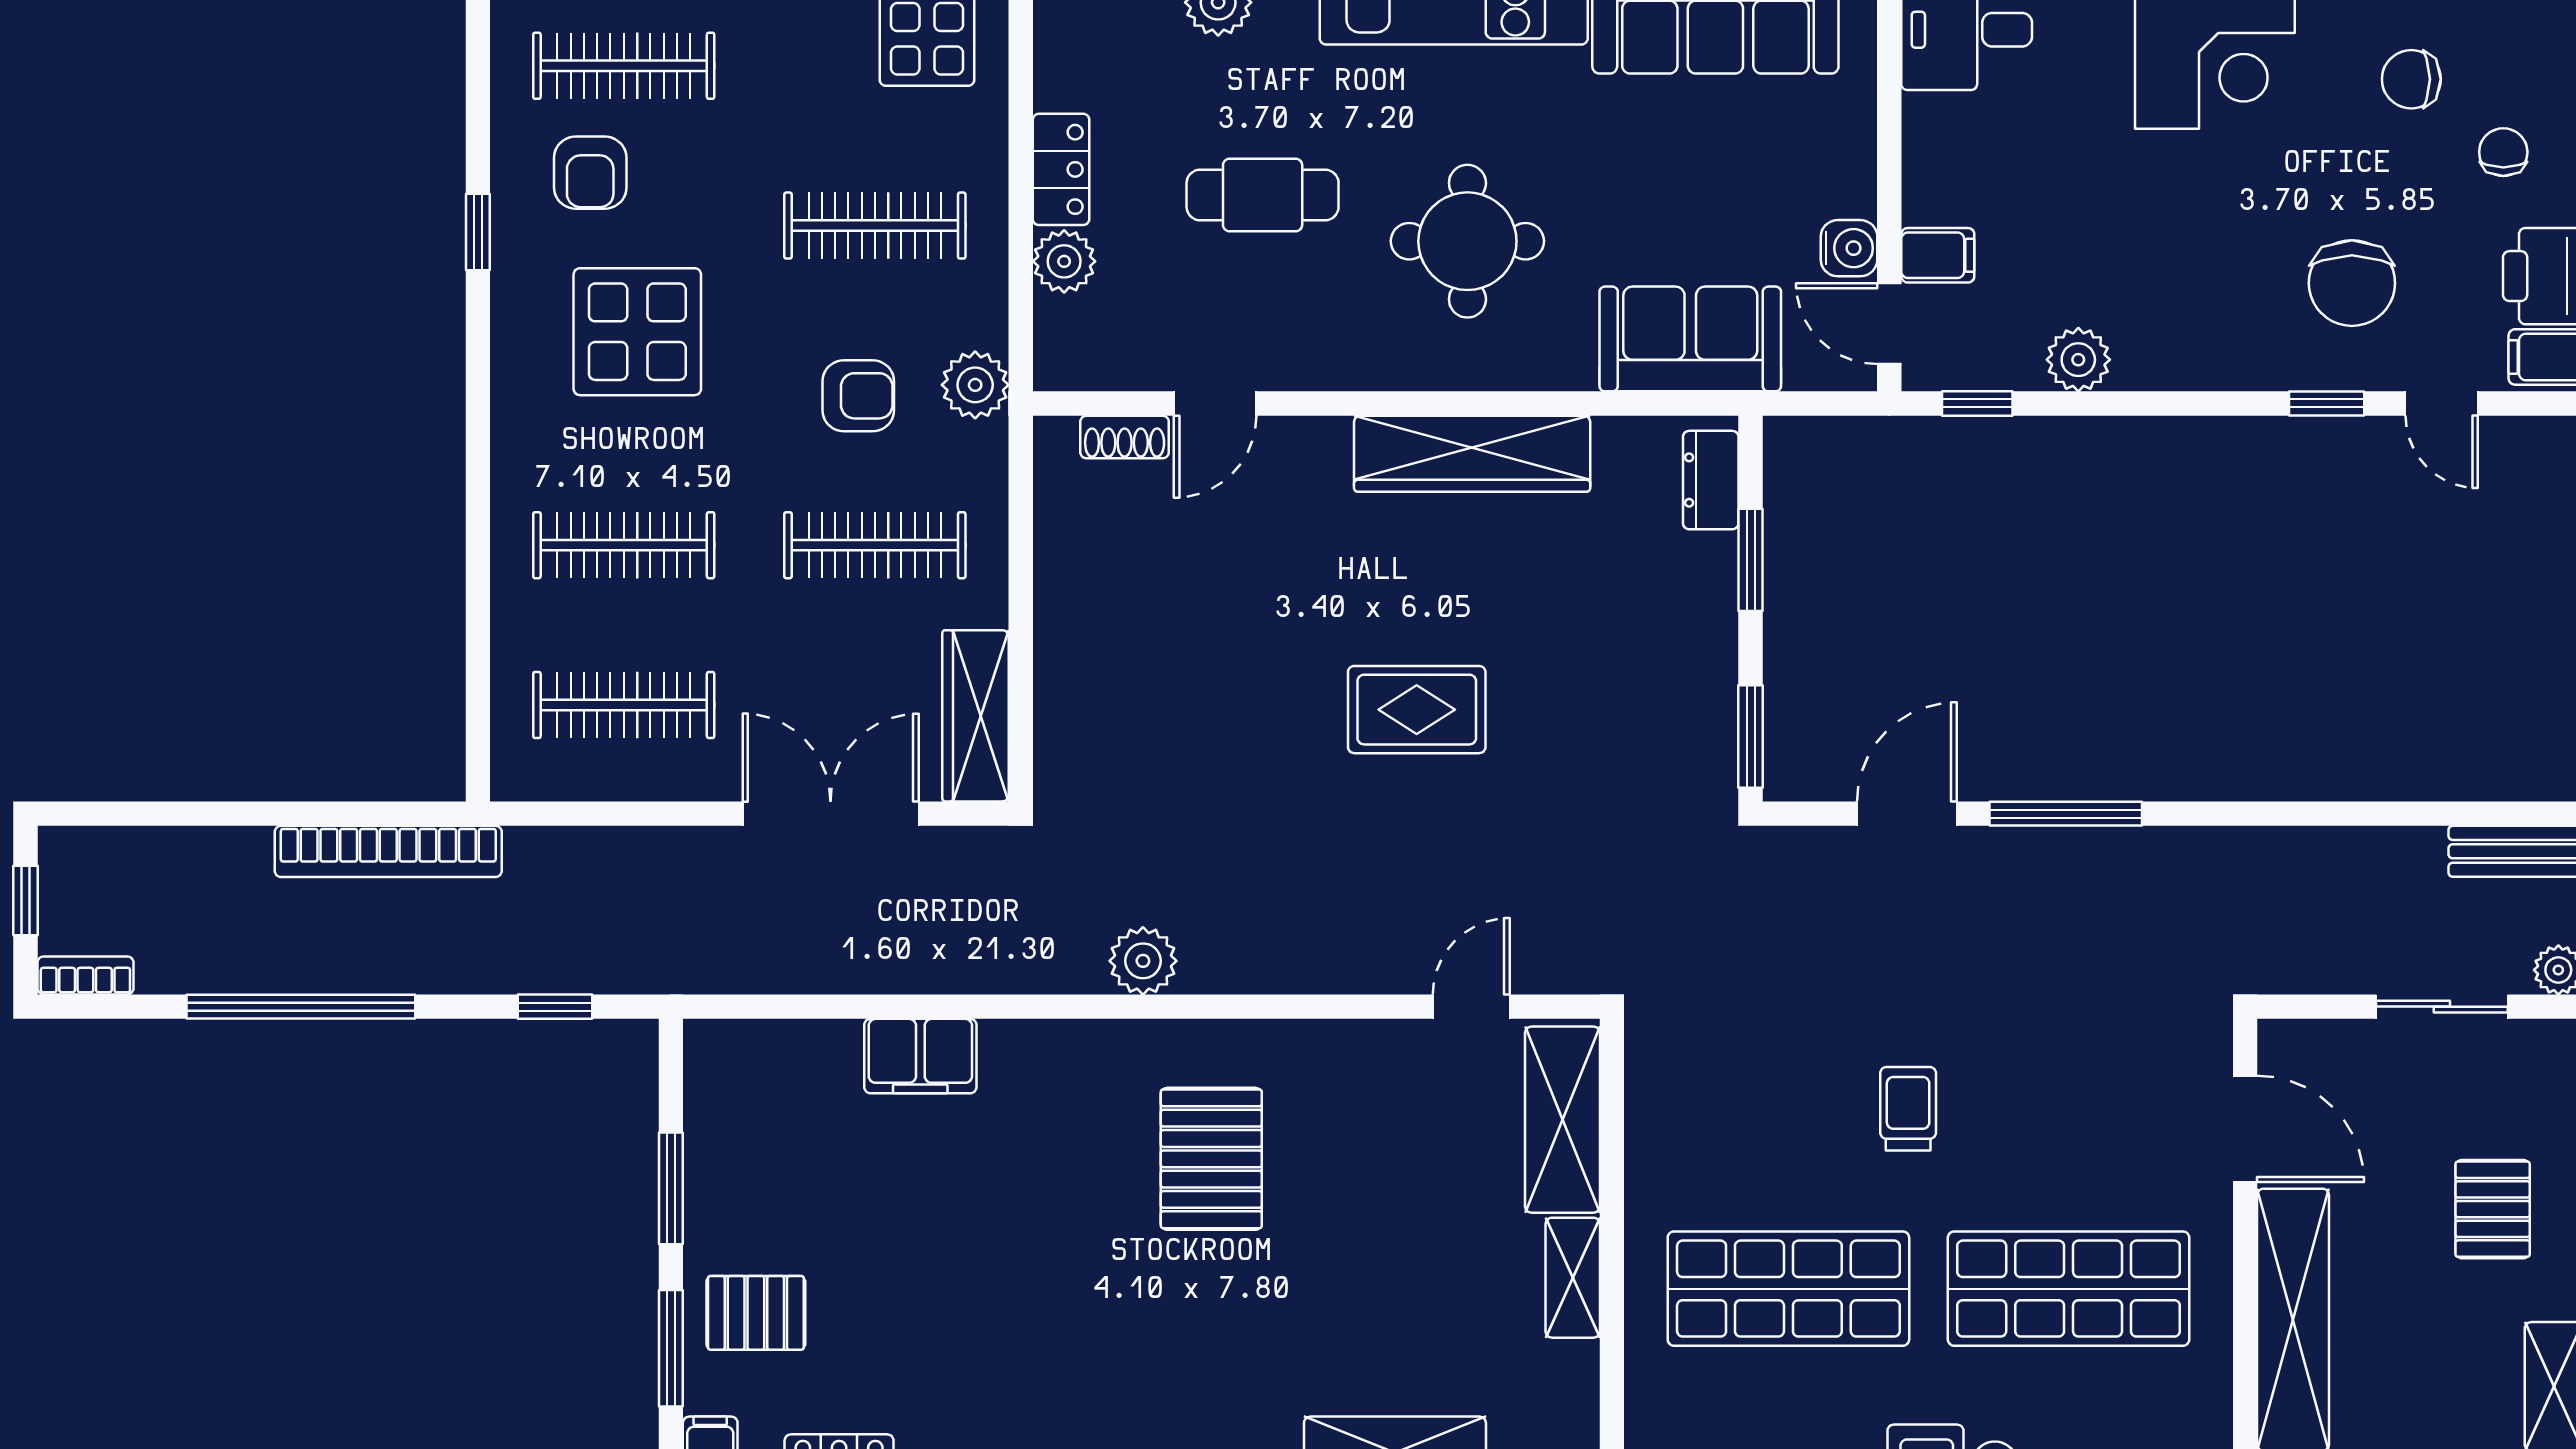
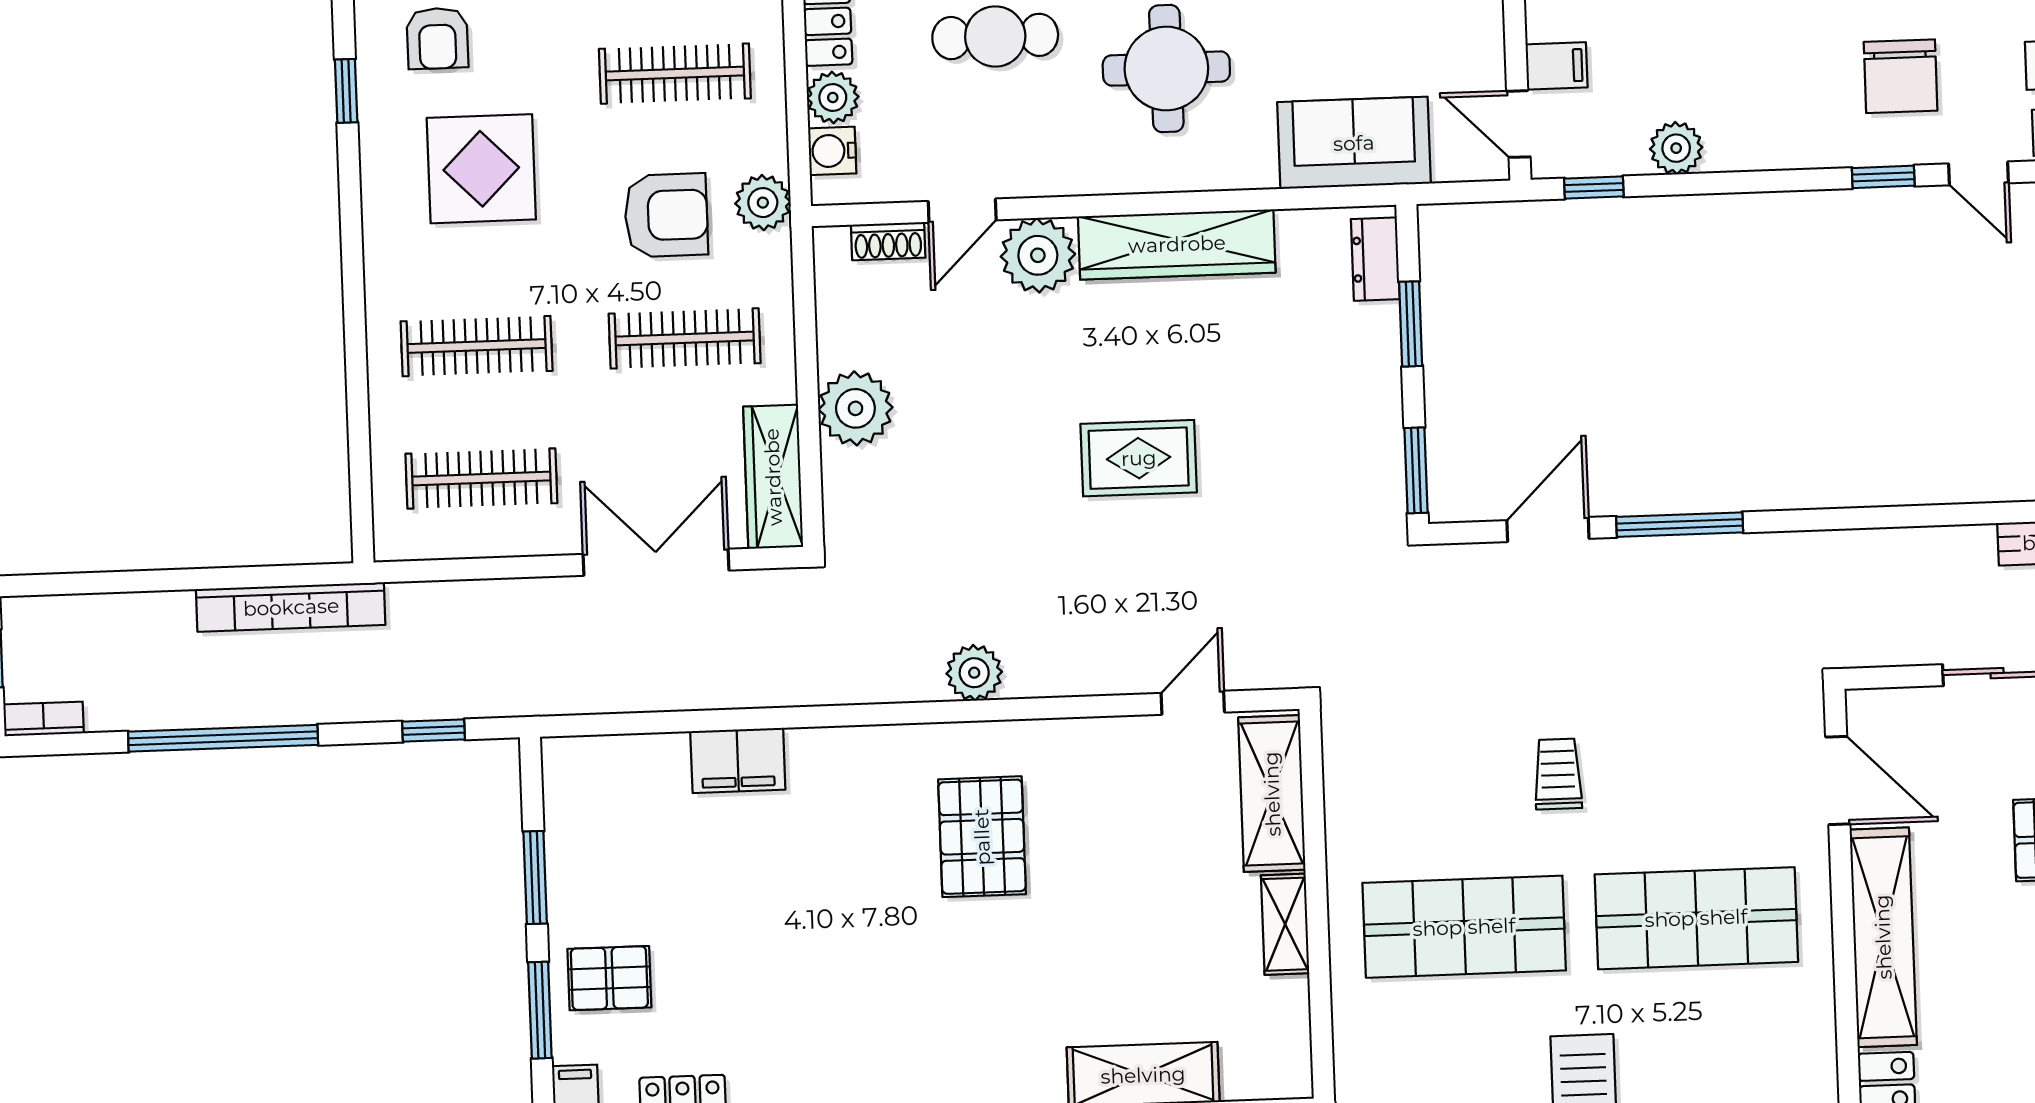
water cooler: (1849, 248) -> (832, 151), moved, turned 180
armchair: (858, 396) -> (666, 215), width x1.38, depth x1.38
plant: (1304, 461) -> (1038, 255), added
plant: (1078, 637) -> (855, 408), added
plant: (1143, 961) -> (974, 673), moved

